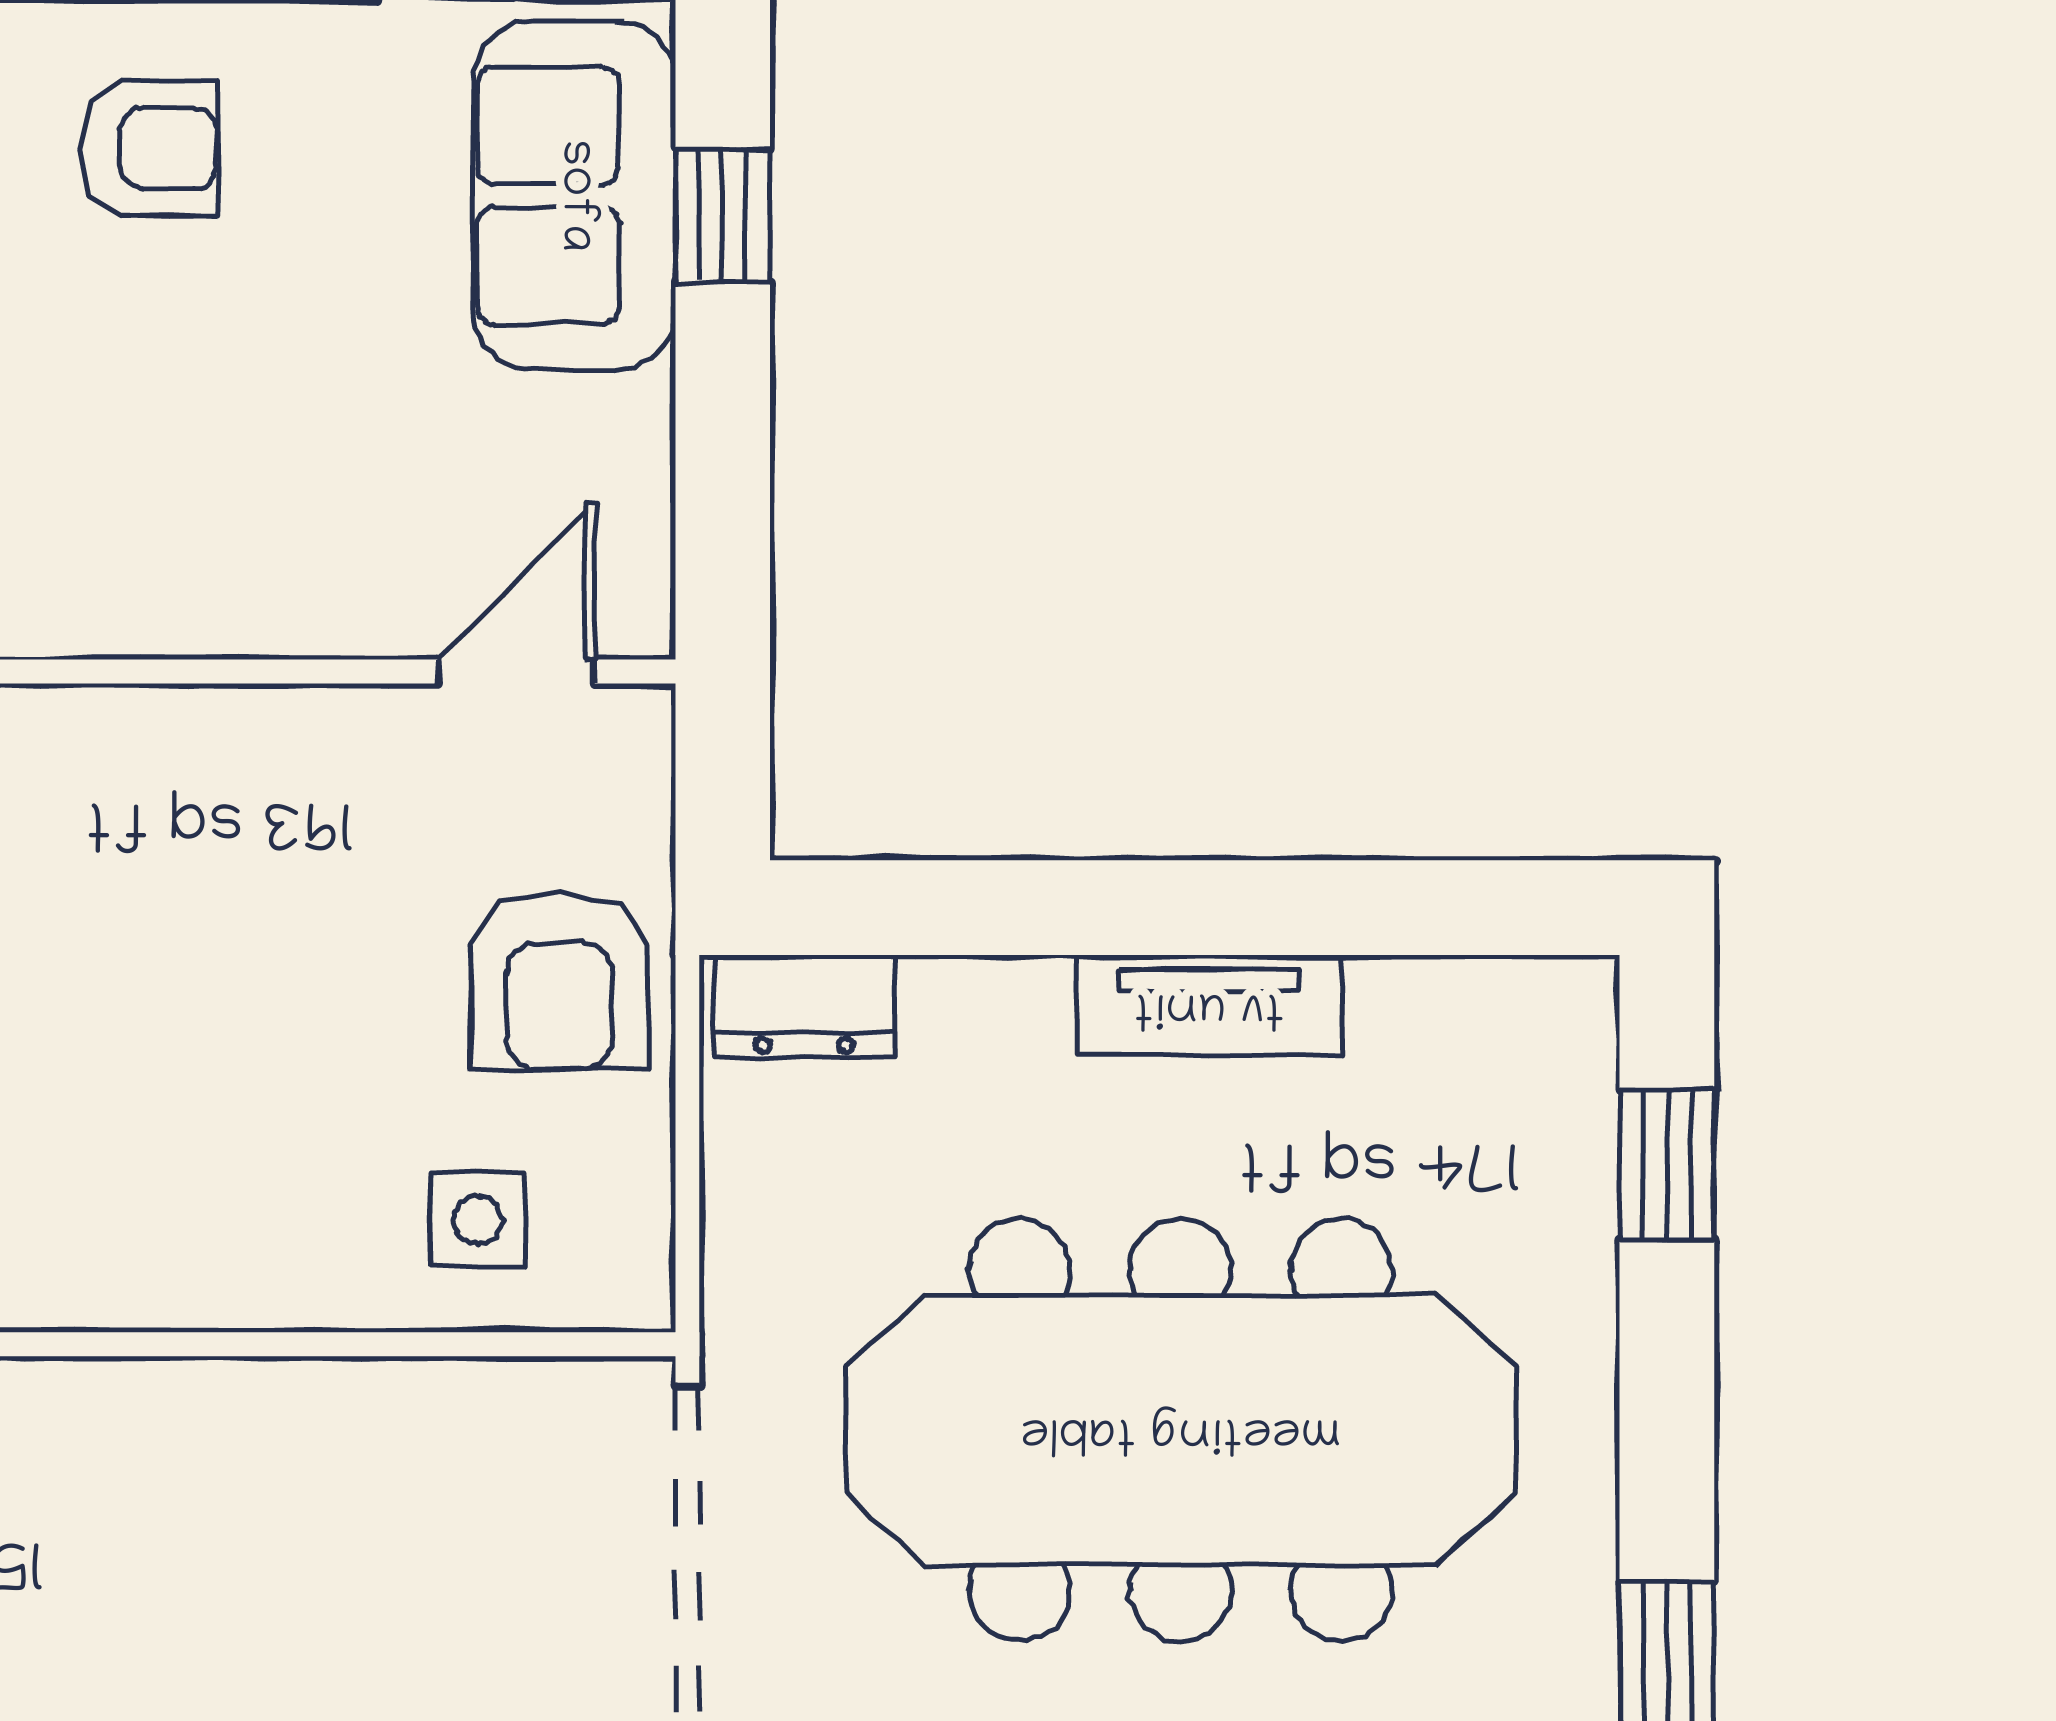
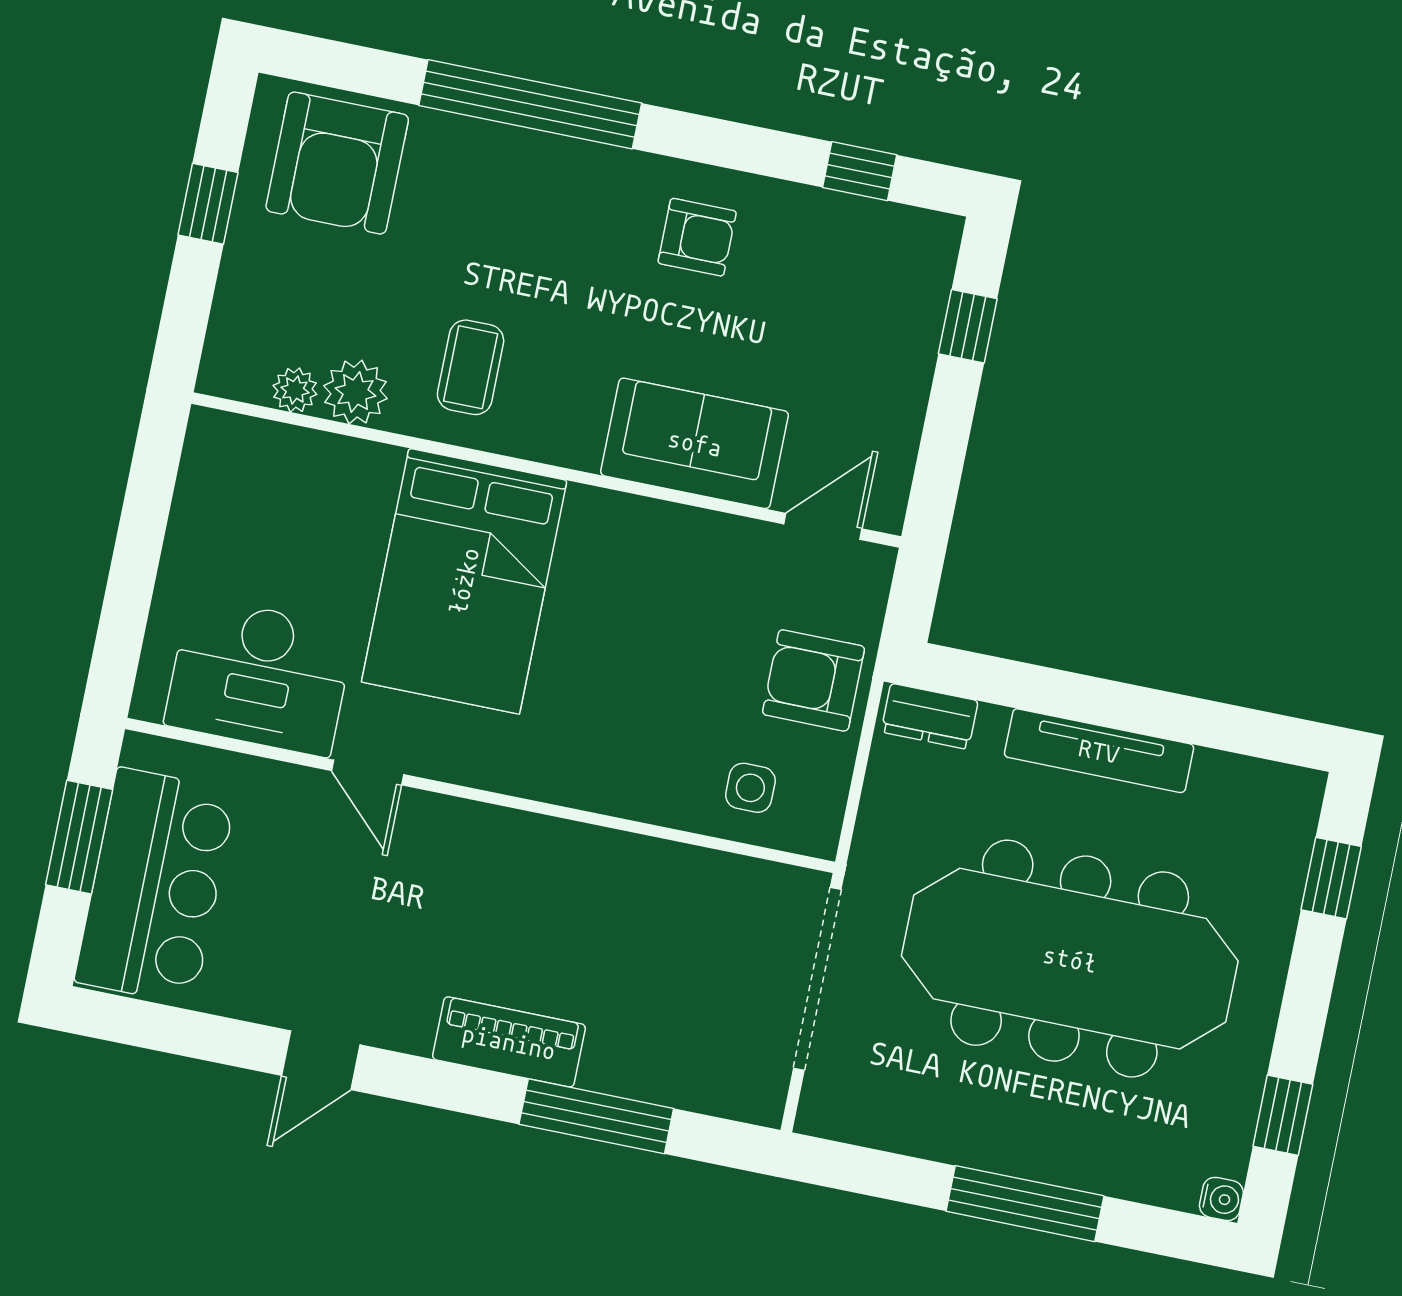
sofa: (574, 196) -> (695, 443), moved, turned 90
armchair: (559, 981) -> (813, 680), turned 90
tv unit: (1209, 1005) -> (1099, 751), width x1.41

